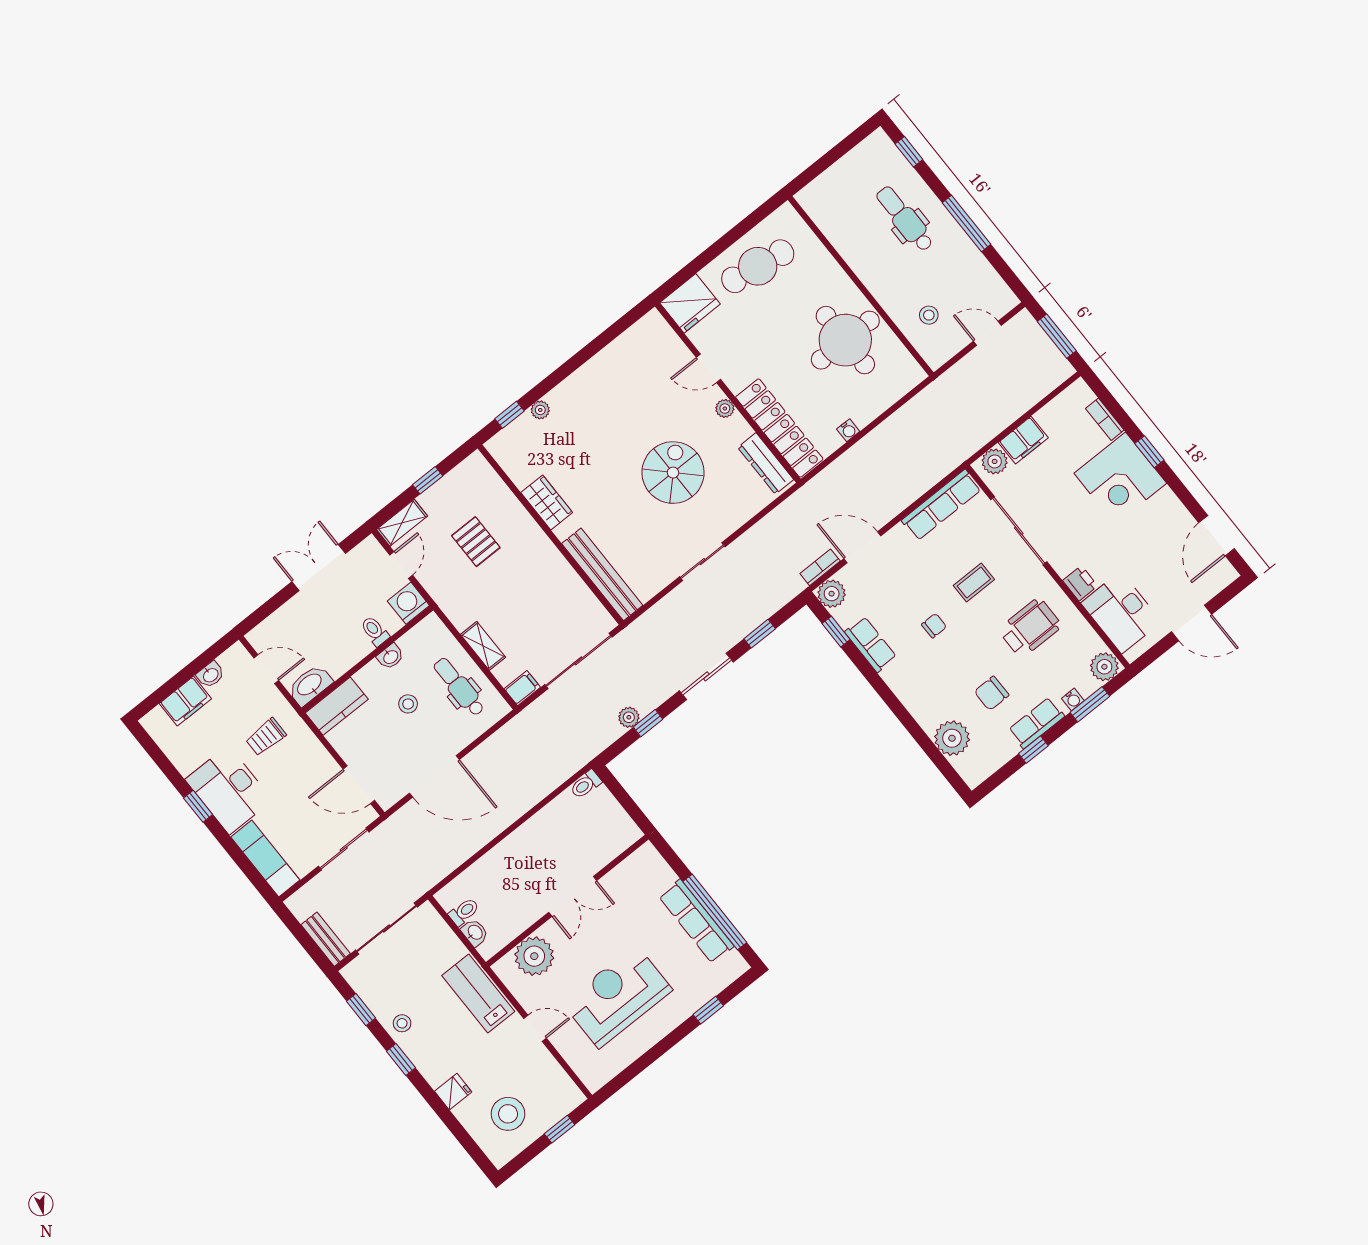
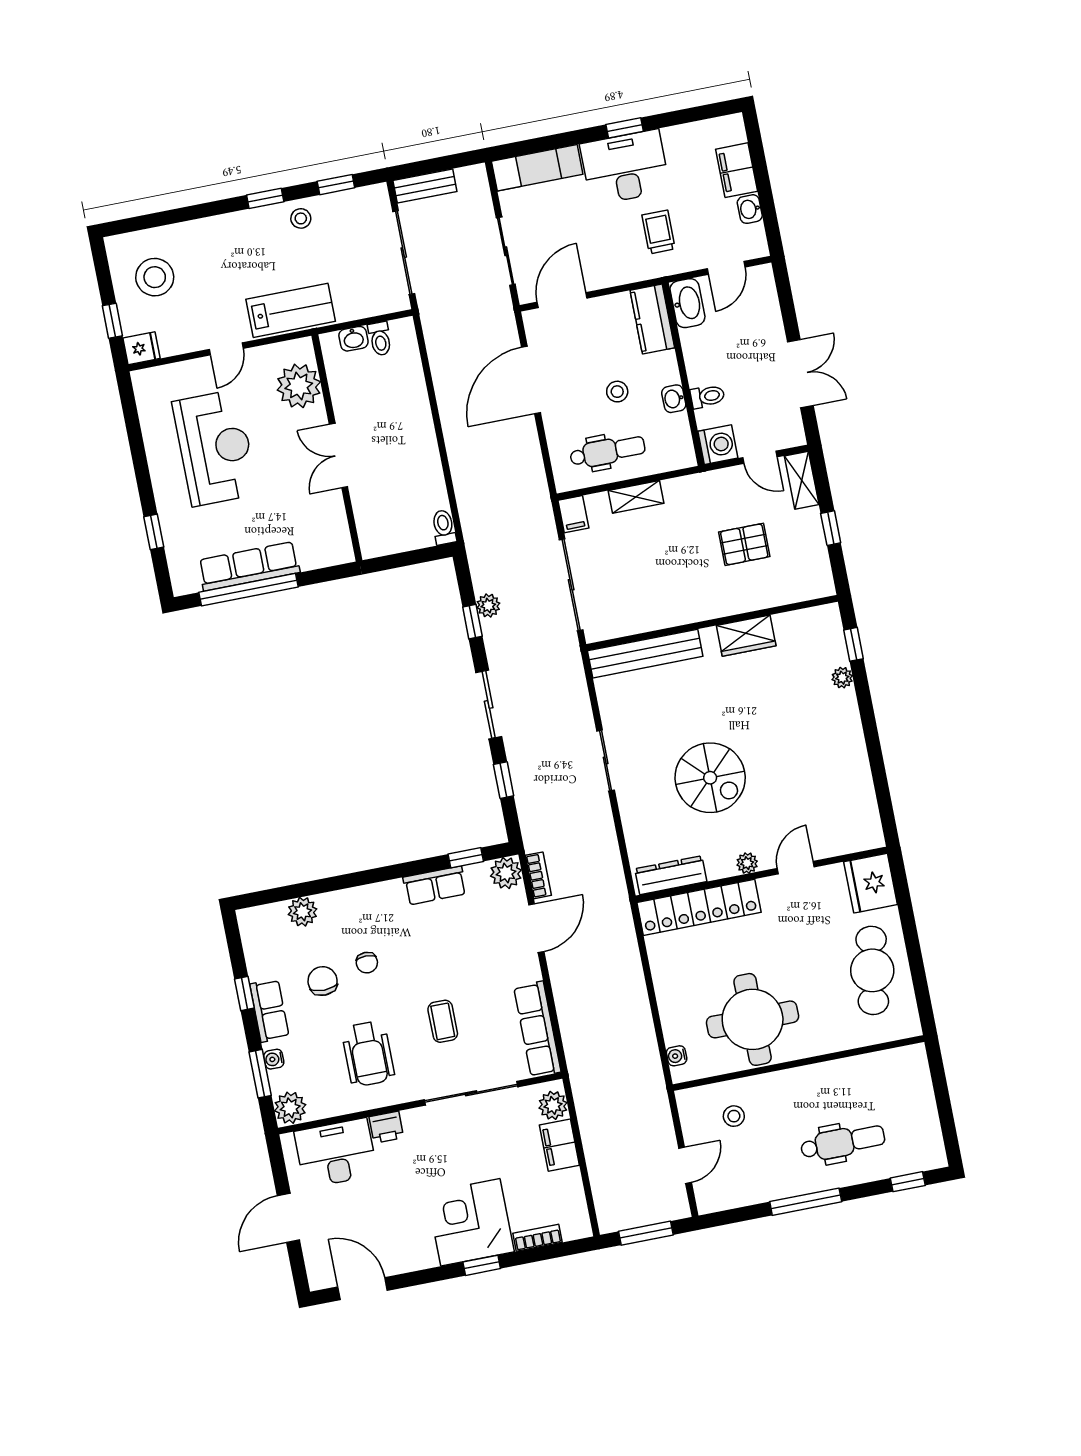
water cooler: (848, 430) -> (677, 1056), moved
chair: (934, 626) -> (367, 963), moved
plant: (952, 738) -> (303, 912), width x0.73, depth x0.73
fridge: (453, 1092) -> (141, 348), moved, turned -90

